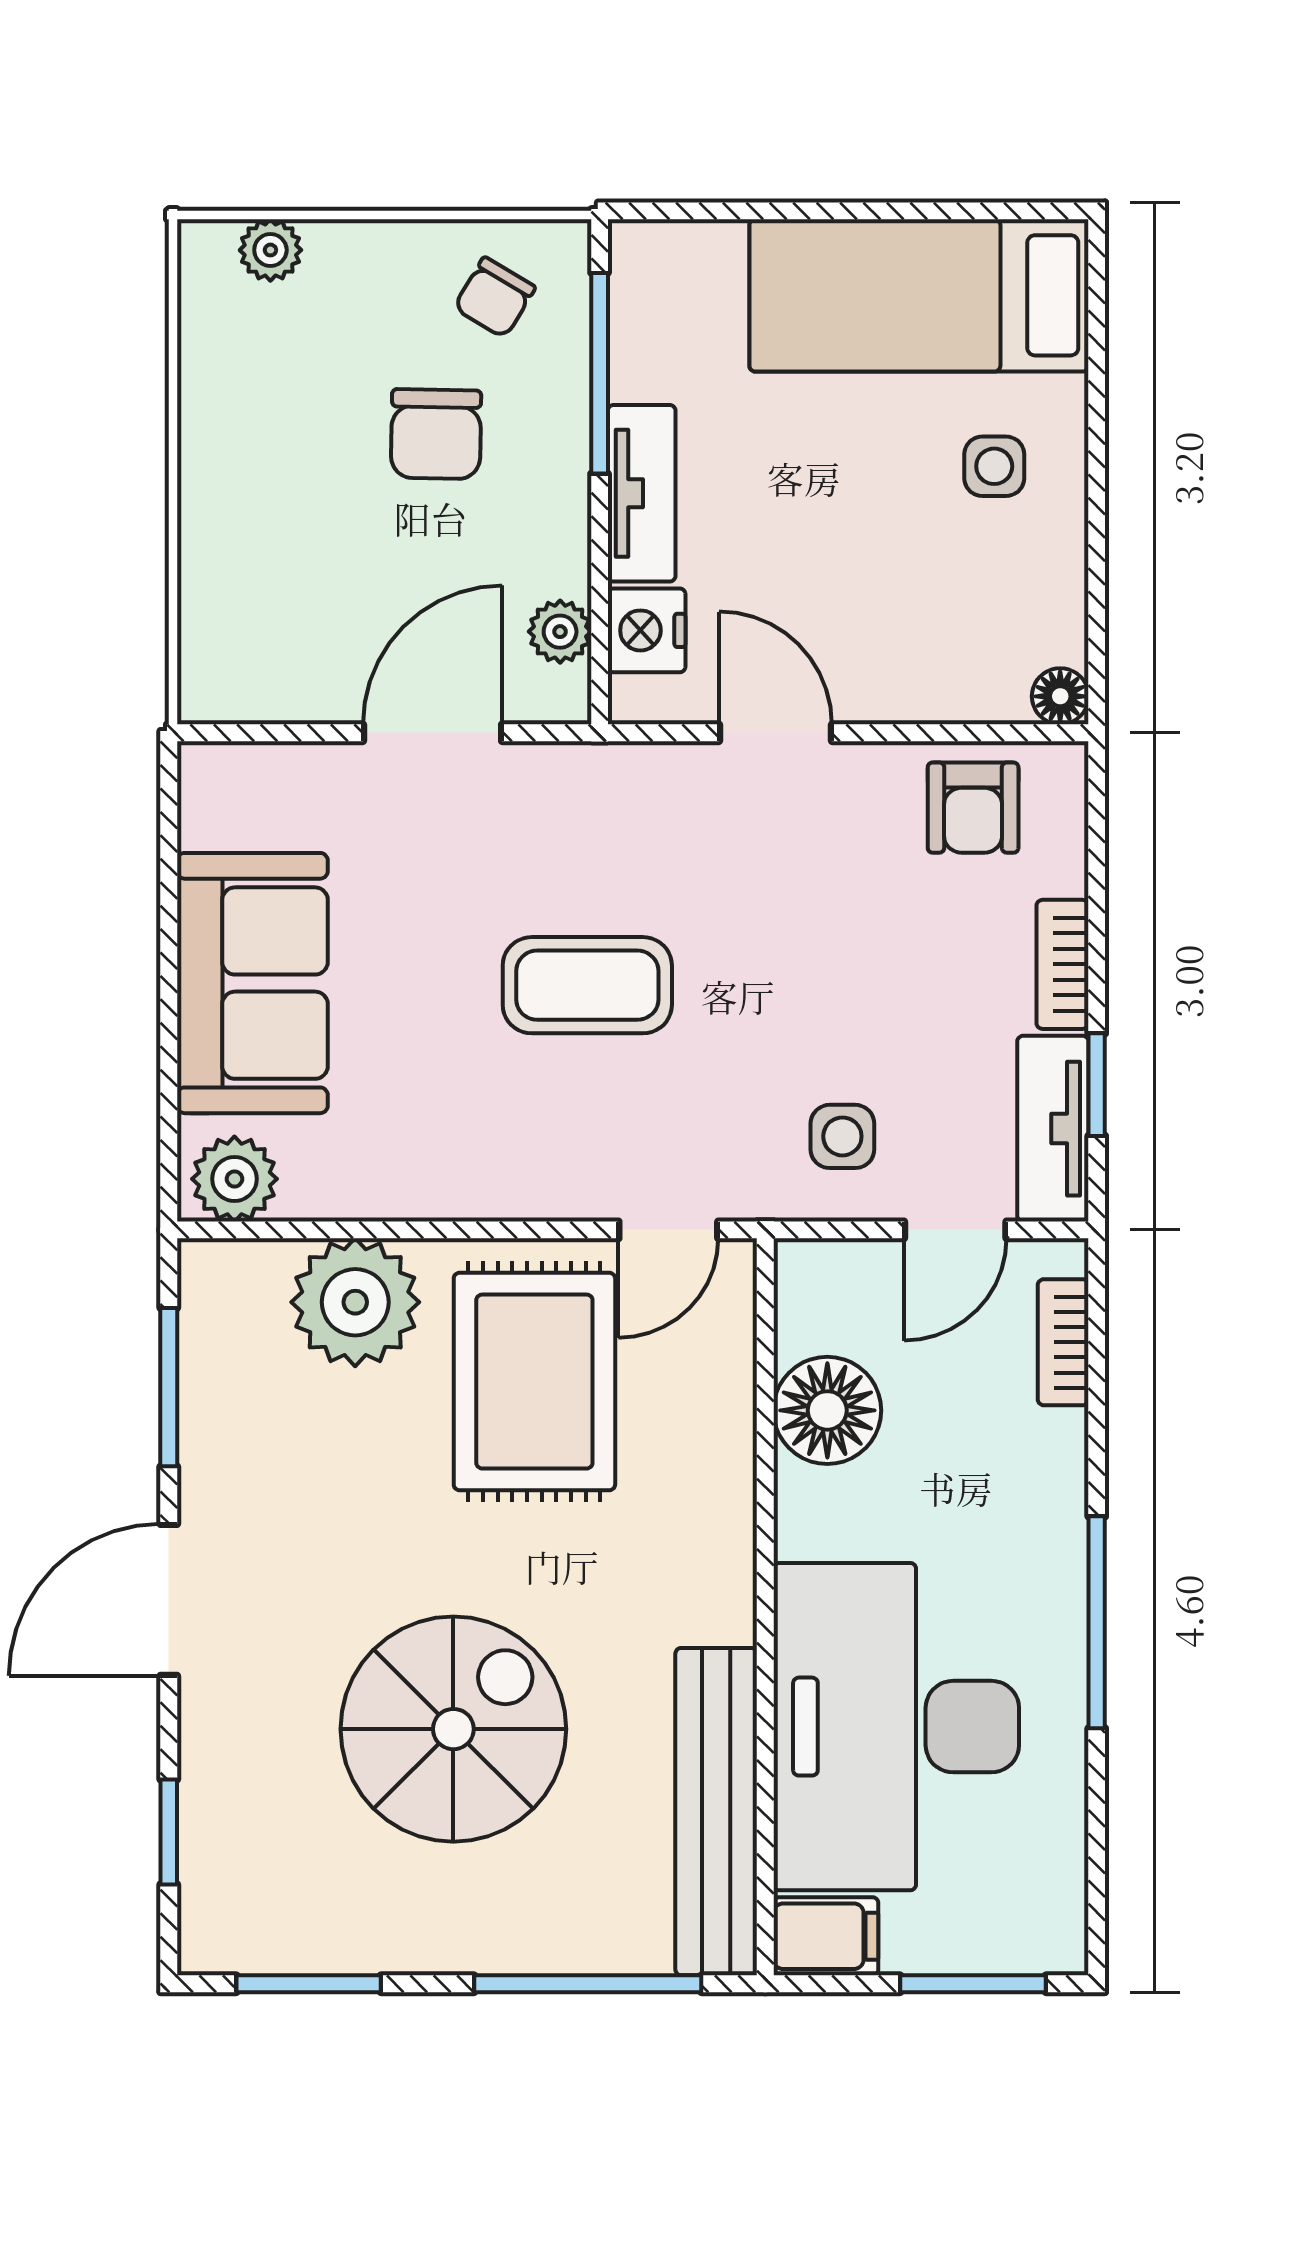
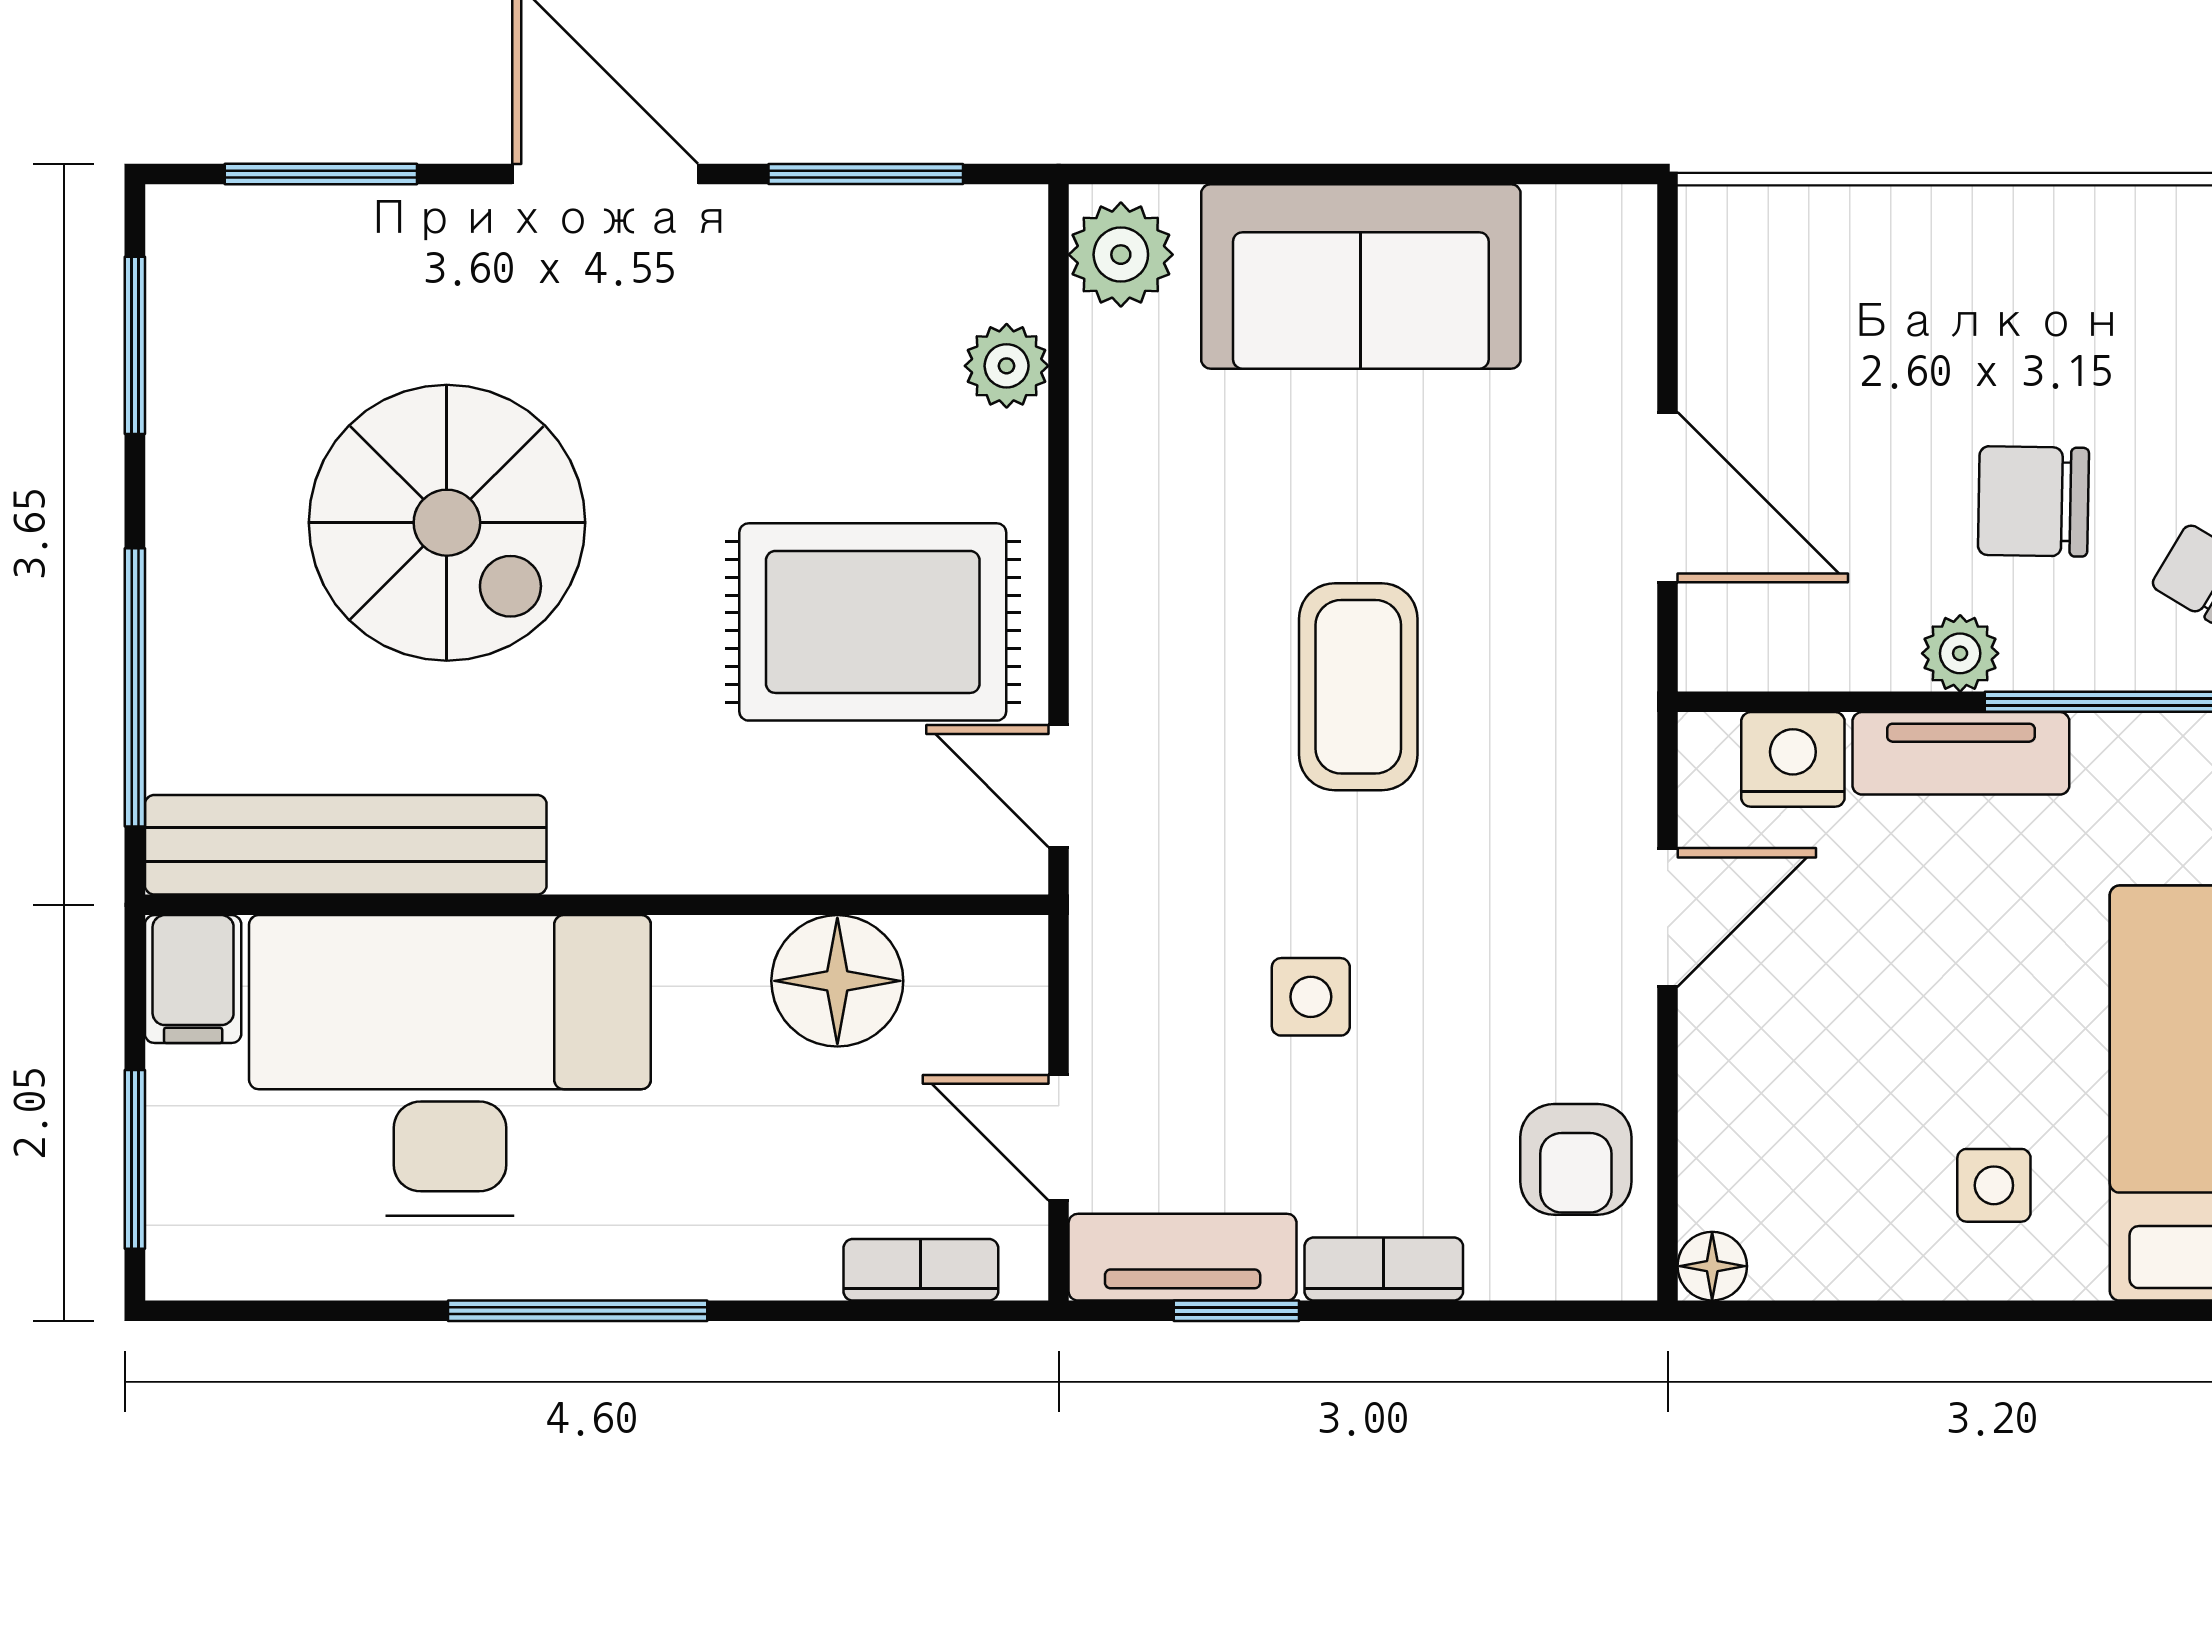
plant: (560, 632) -> (1960, 653), moved
armchair: (973, 808) -> (1576, 1159), turned -90
side table: (842, 1136) -> (1311, 997), moved
plant: (355, 1302) -> (1007, 366), width x0.53, depth x0.53
window: (169, 1832) -> (321, 174), width x1.50

